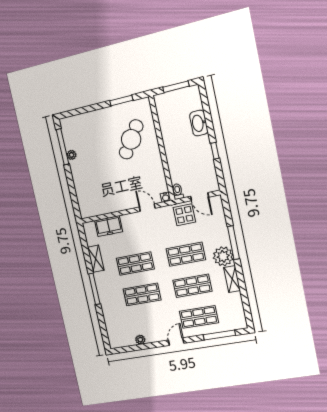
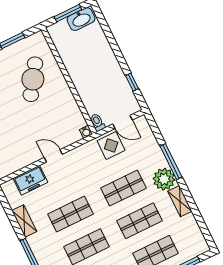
washbasin: (199, 123) -> (81, 19), moved, turned -90
window: (215, 151) -> (132, 82), moved
door: (147, 208) -> (53, 156), moved

